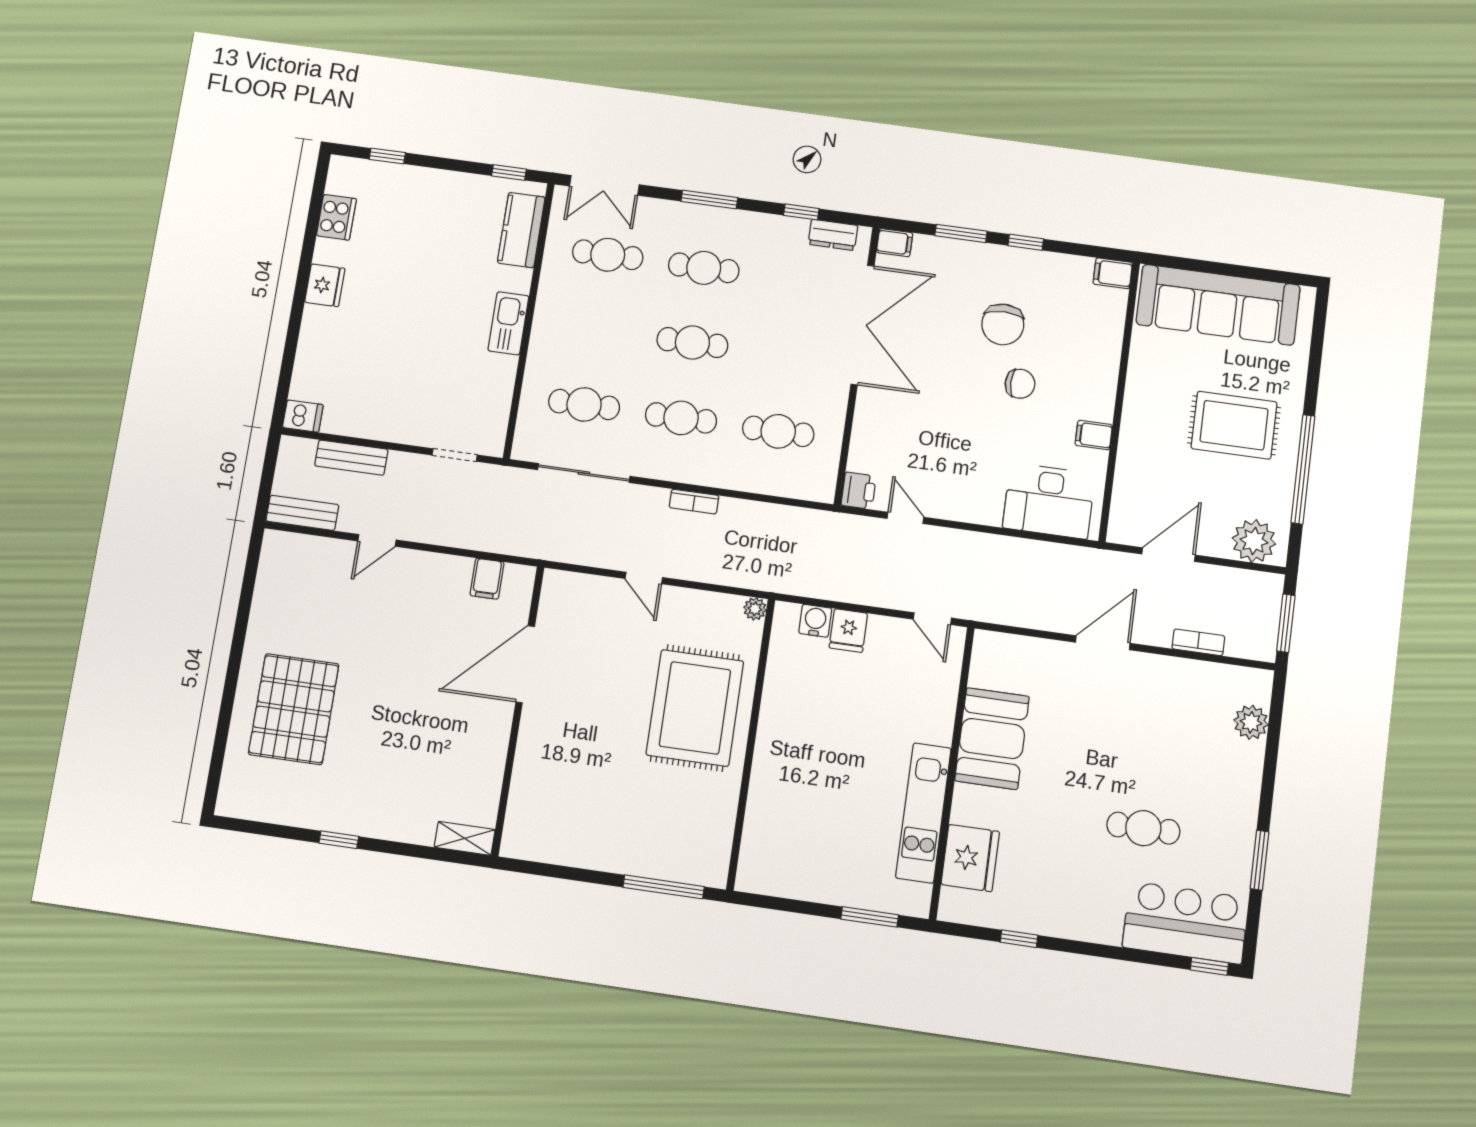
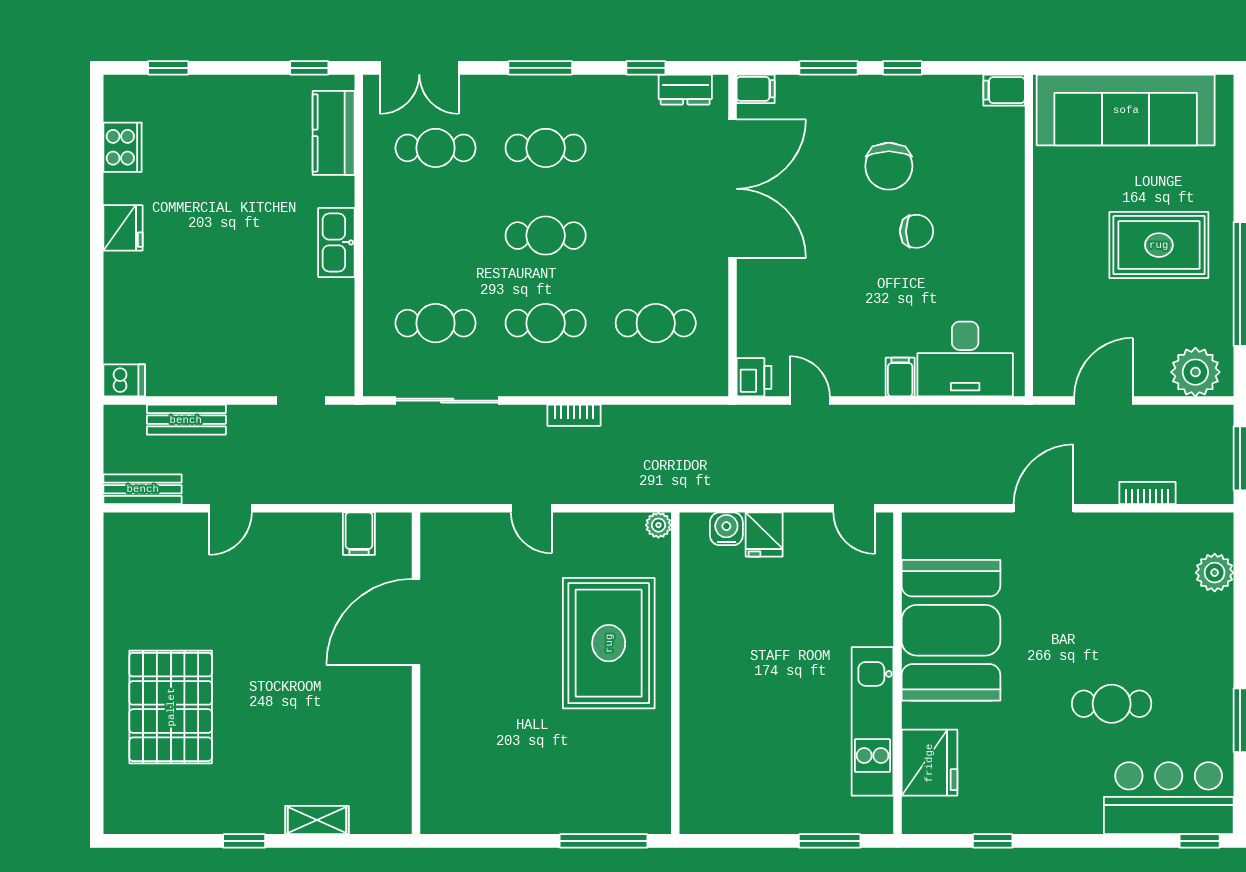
filing cabinet: (1094, 435) -> (900, 377), moved, turned 90
booth: (992, 739) -> (951, 630), width x1.36, depth x1.42
shelving: (465, 838) -> (317, 820), moved

